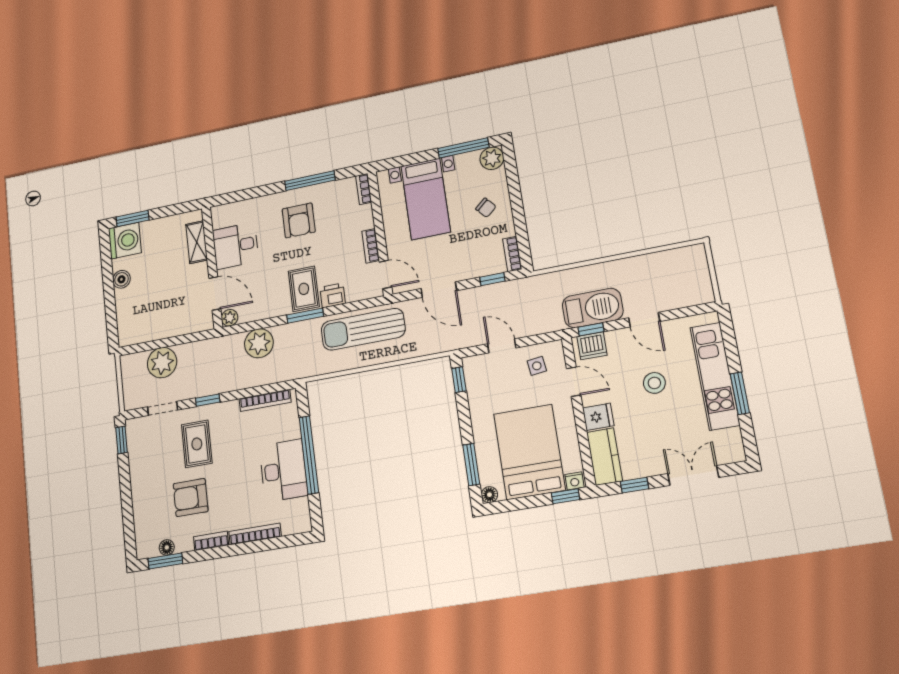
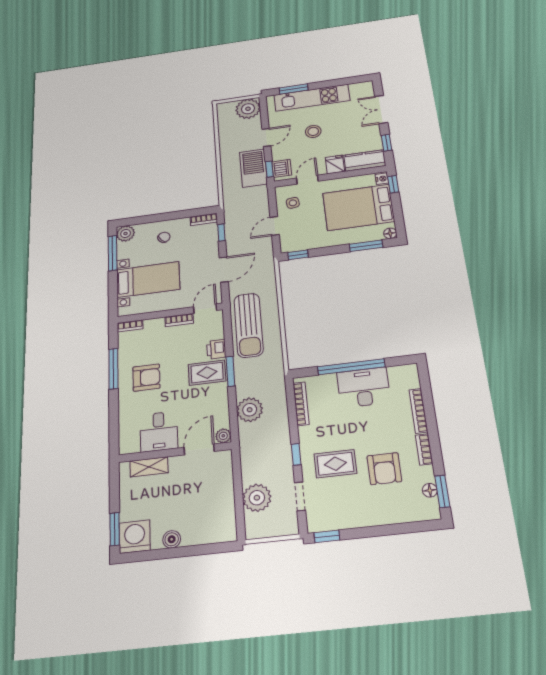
plant: (695, 288) -> (248, 109), added
window: (740, 393) -> (294, 89), moved

